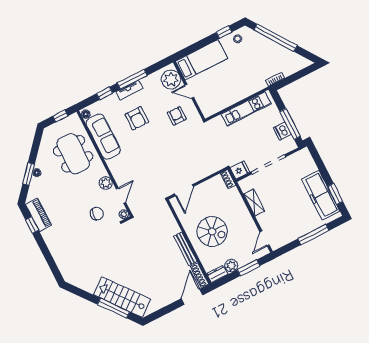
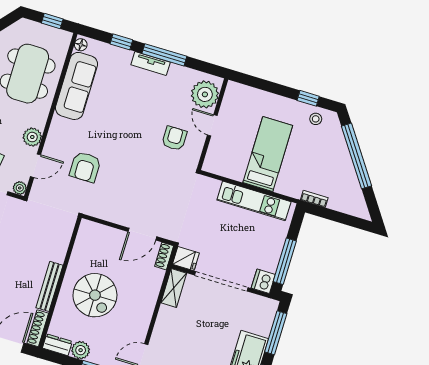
bed: (202, 60) -> (268, 154), moved, turned -90
armchair: (137, 118) -> (85, 167), moved
dishwasher: (282, 131) -> (263, 281), moved
window: (320, 164) -> (276, 333), added
door: (184, 190) -> (142, 234), moved
shelving: (254, 203) -> (174, 288), moved

